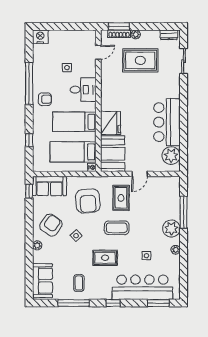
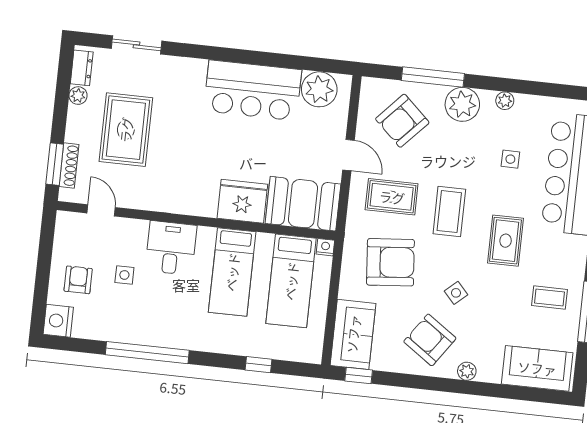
plant: (136, 34) -> (78, 96), moved
armchair: (45, 99) -> (78, 280), moved
armchair: (160, 199) -> (402, 121), added

